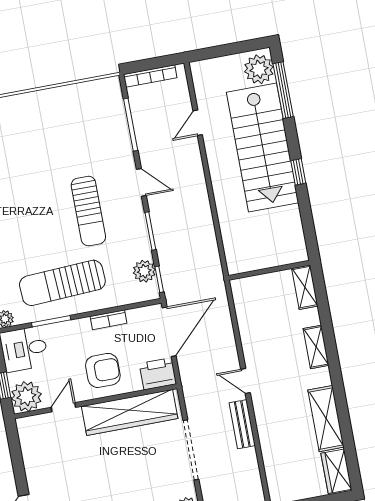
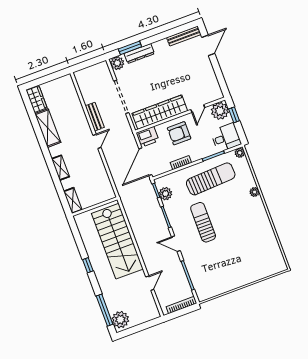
stairs: (263, 147) -> (117, 241), moved, turned 180
door: (245, 381) -> (97, 141), hinge flipped

